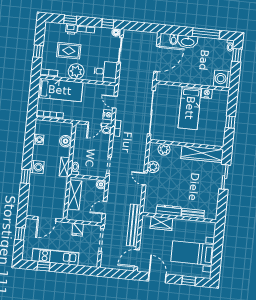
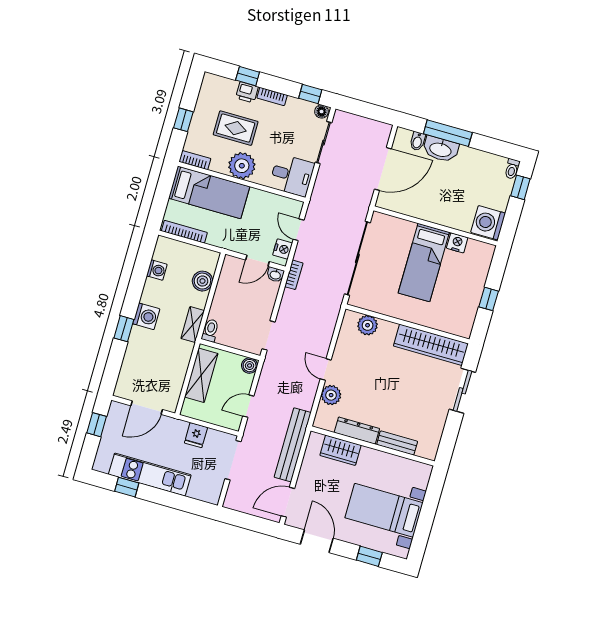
window: (206, 33) -> (448, 133), moved
plant: (153, 167) -> (331, 395), moved

